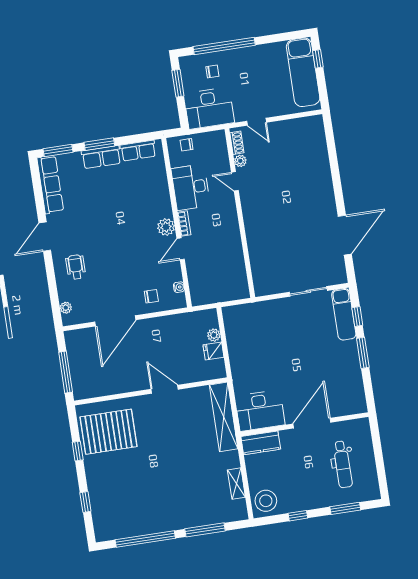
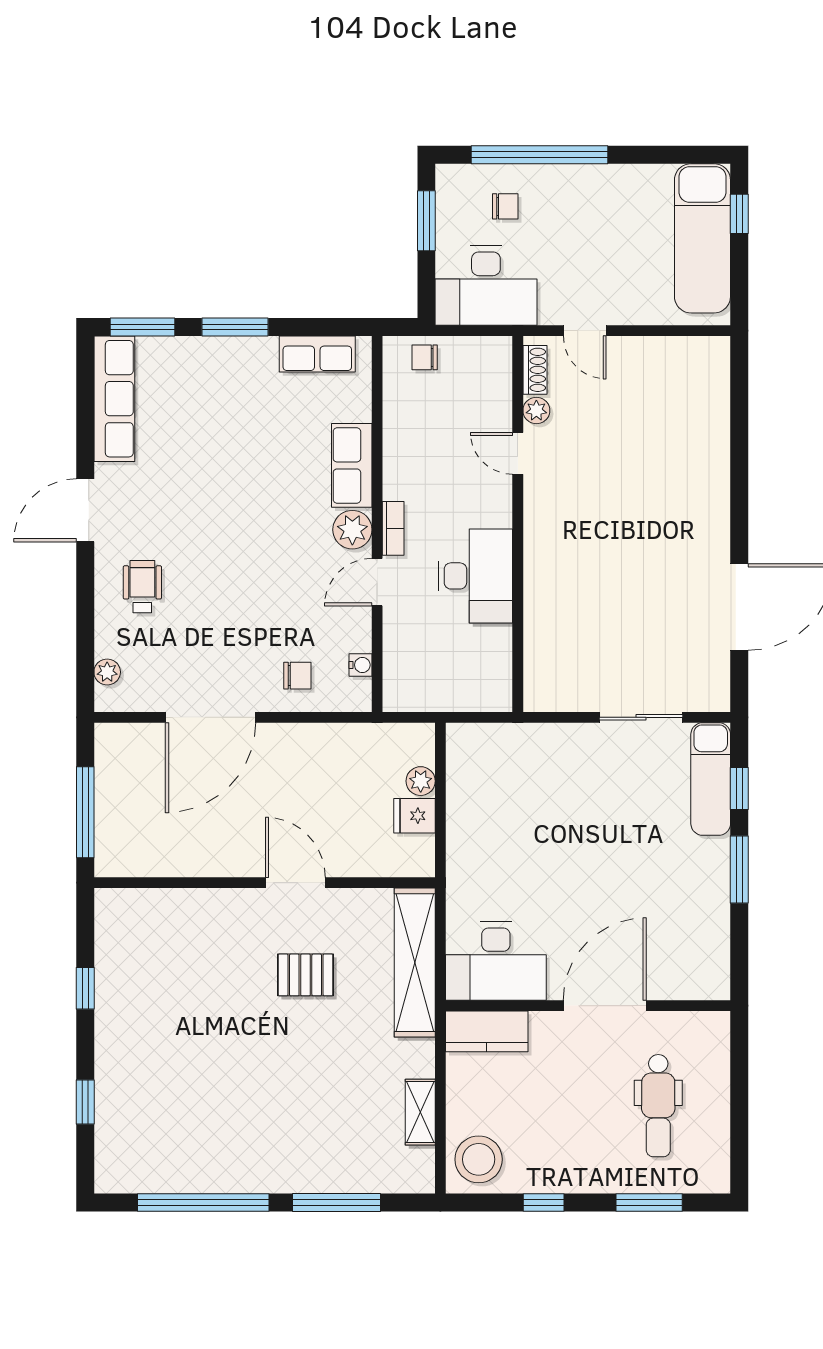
row of seats: (101, 157) -> (352, 465), moved, turned 90
desk: (191, 187) -> (475, 576), moved, turned 180
pallet: (109, 432) -> (305, 975), moved, width x0.49, depth x0.50

